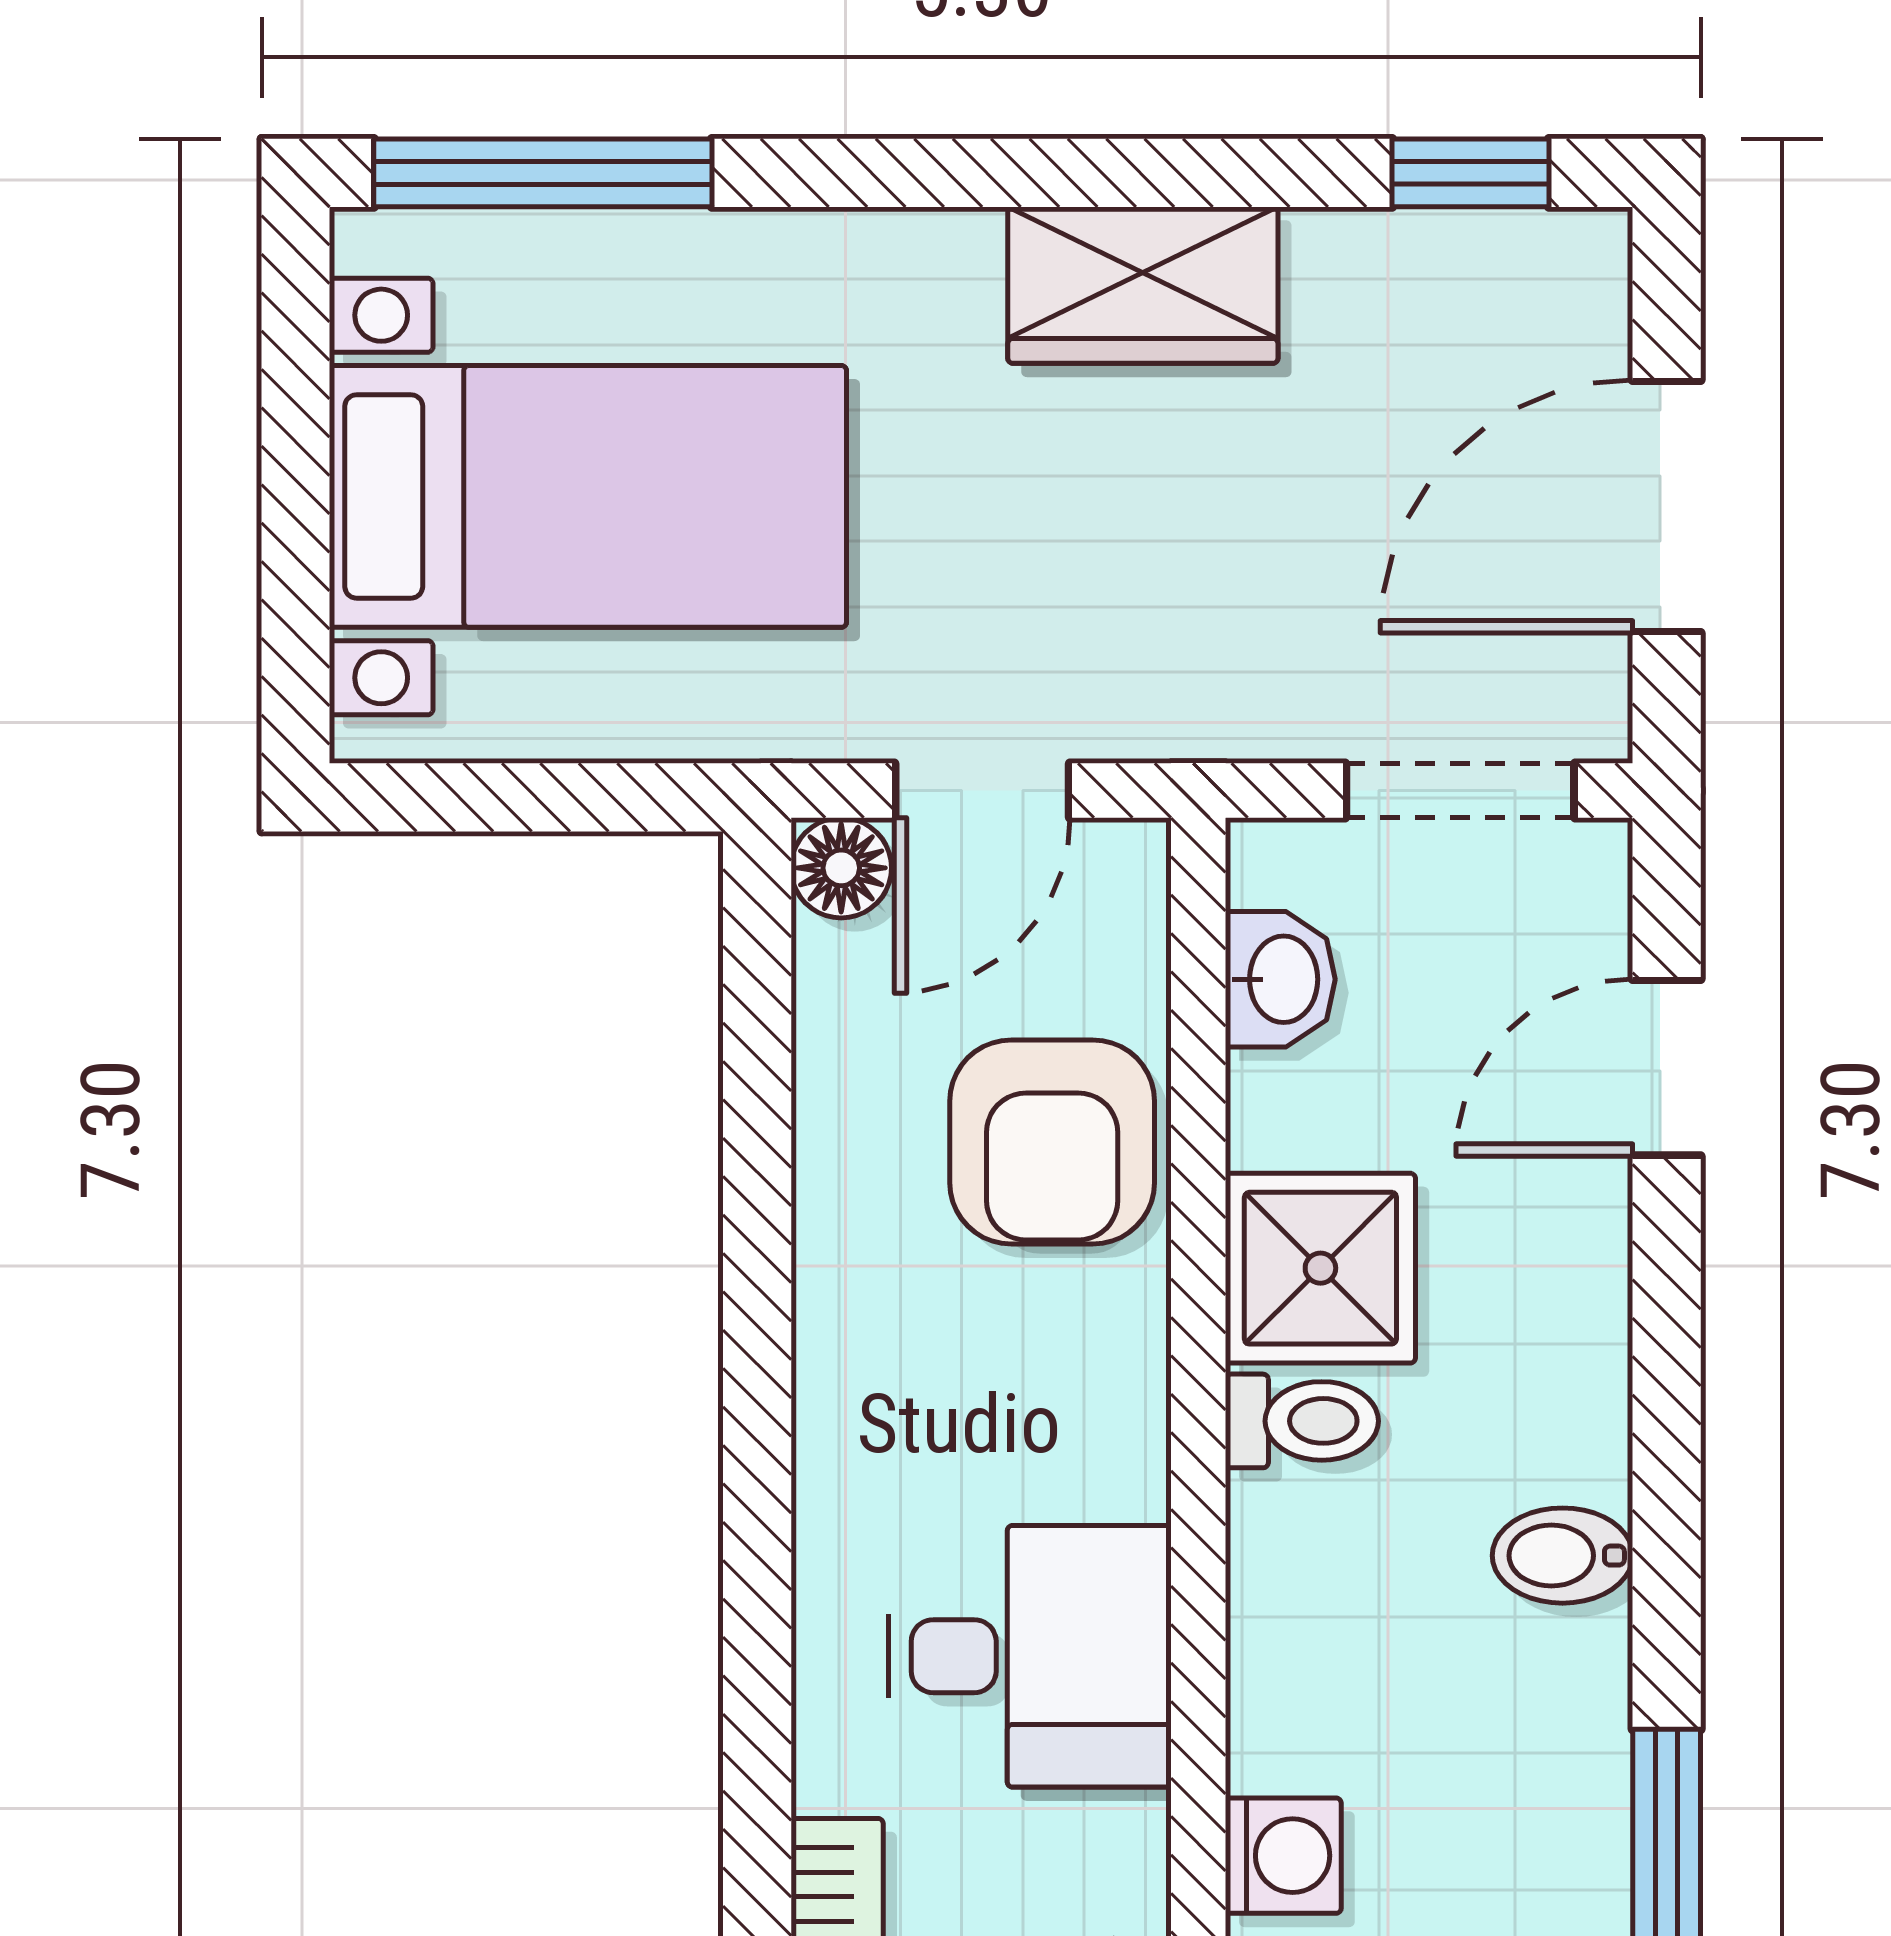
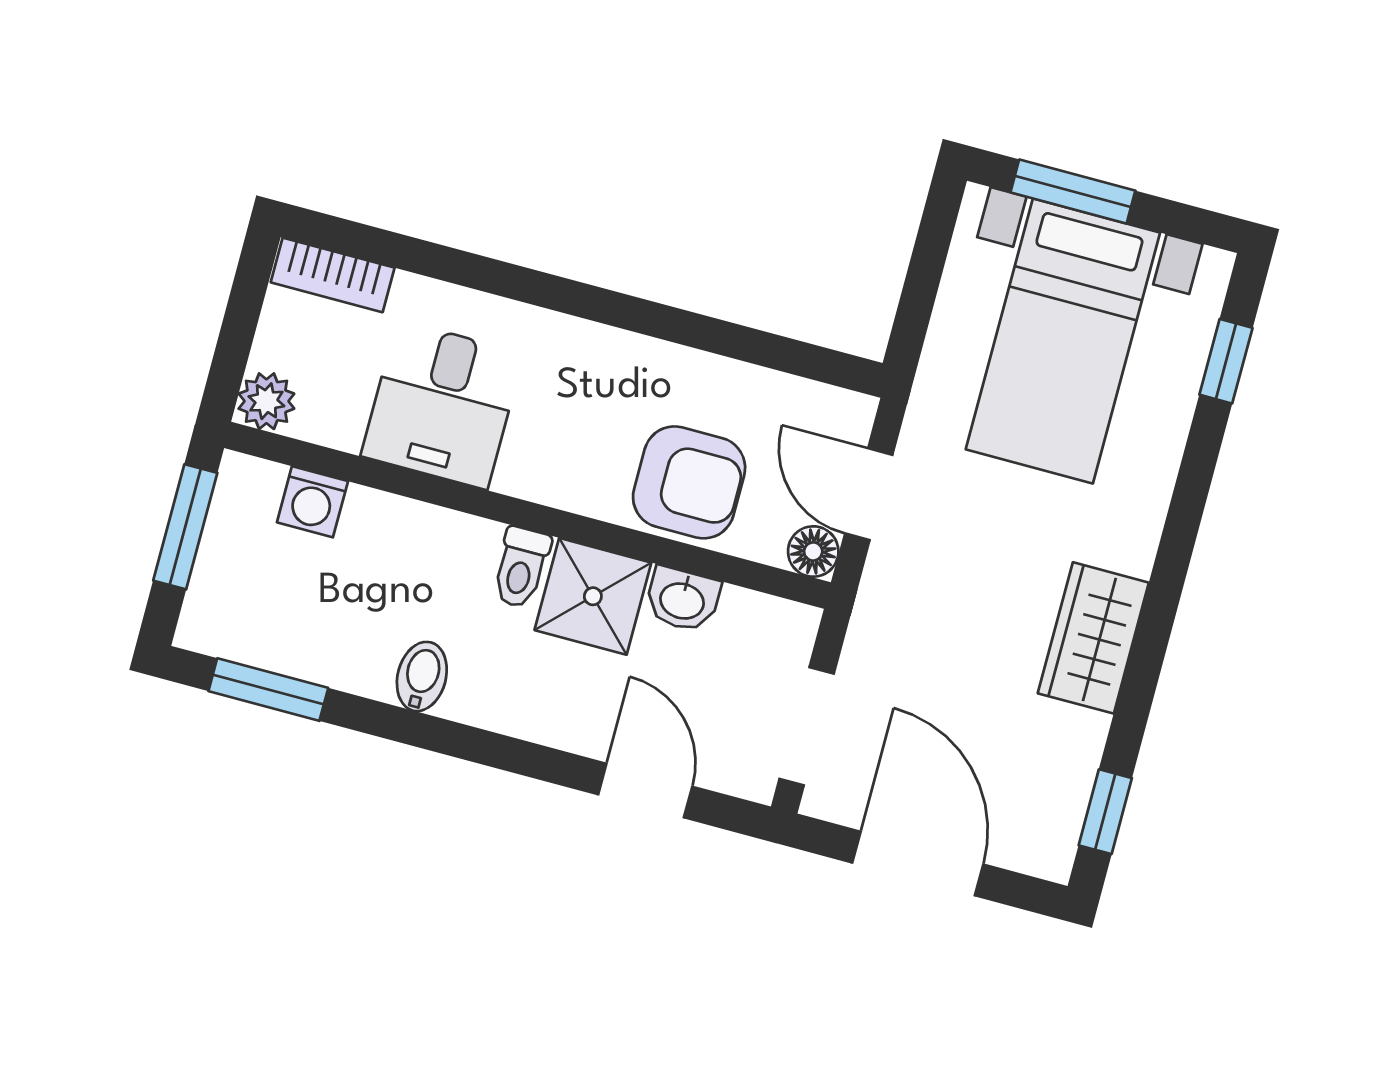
window: (543, 173) -> (1226, 361), width x0.46
window: (296, 554) -> (1073, 191), added
floor lamp: (841, 868) -> (813, 552), moved
washbasin: (1280, 979) -> (682, 599), moved
armchair: (1052, 1142) -> (689, 482), turned 180

